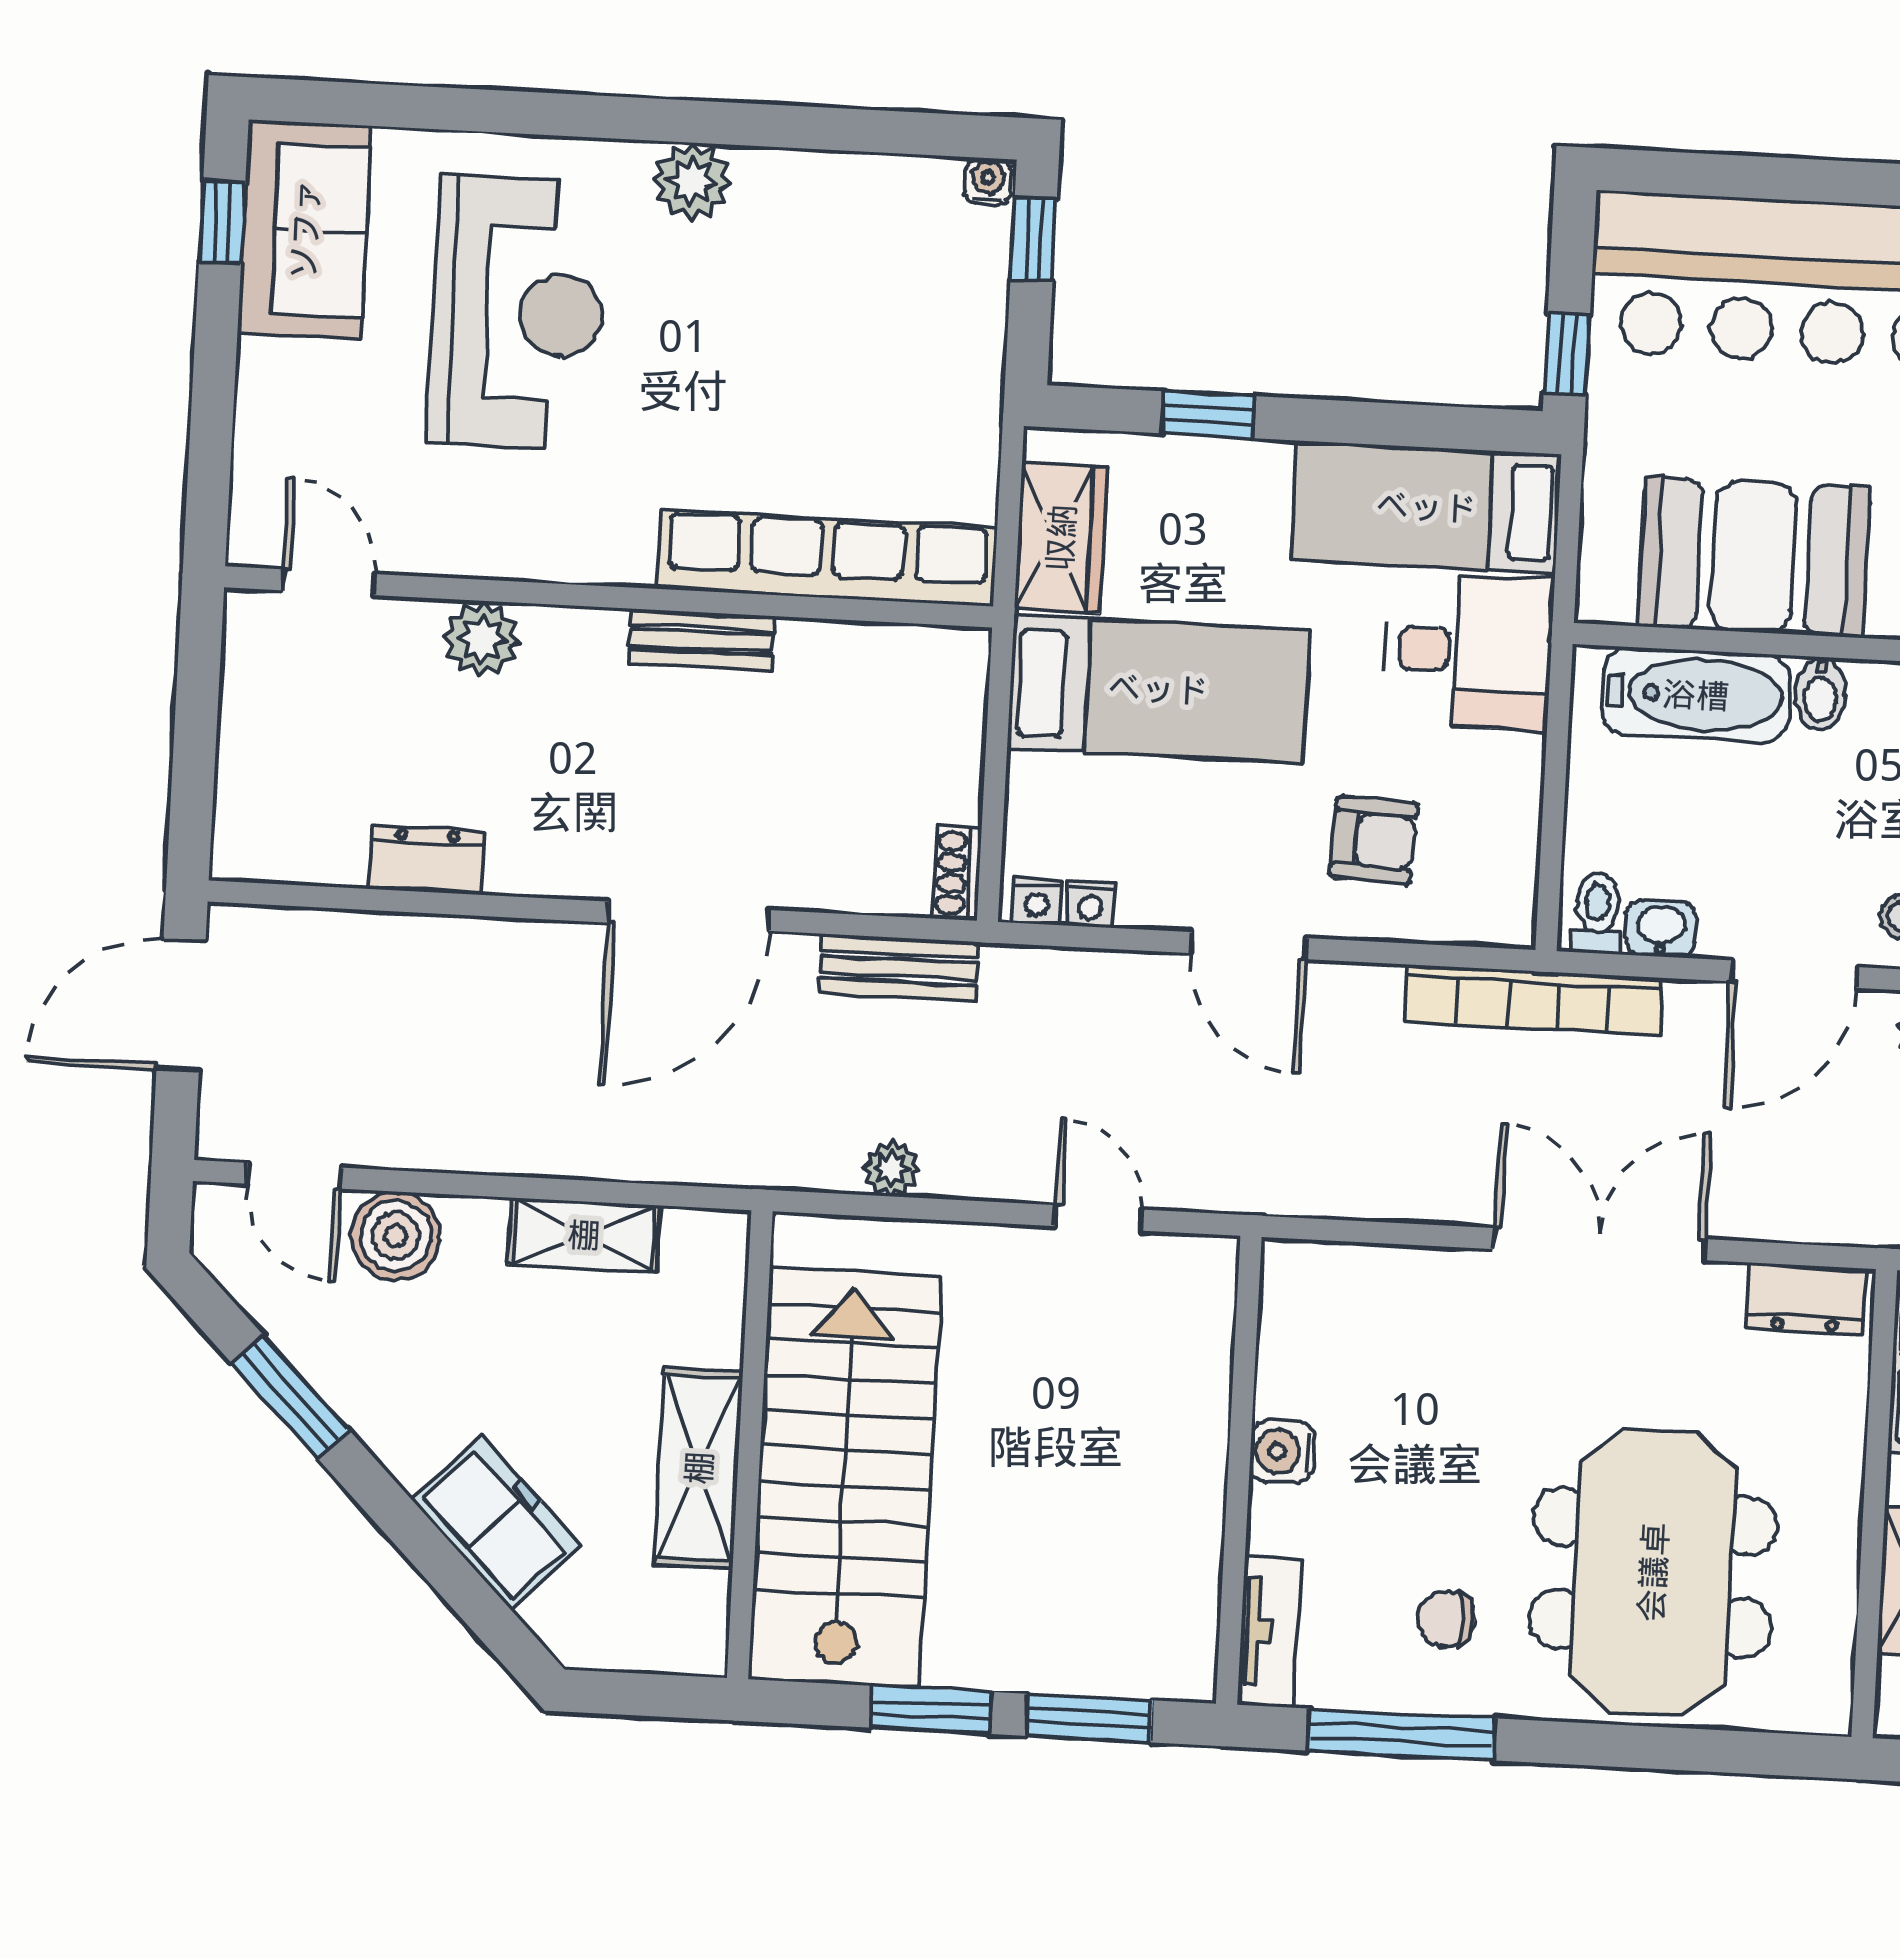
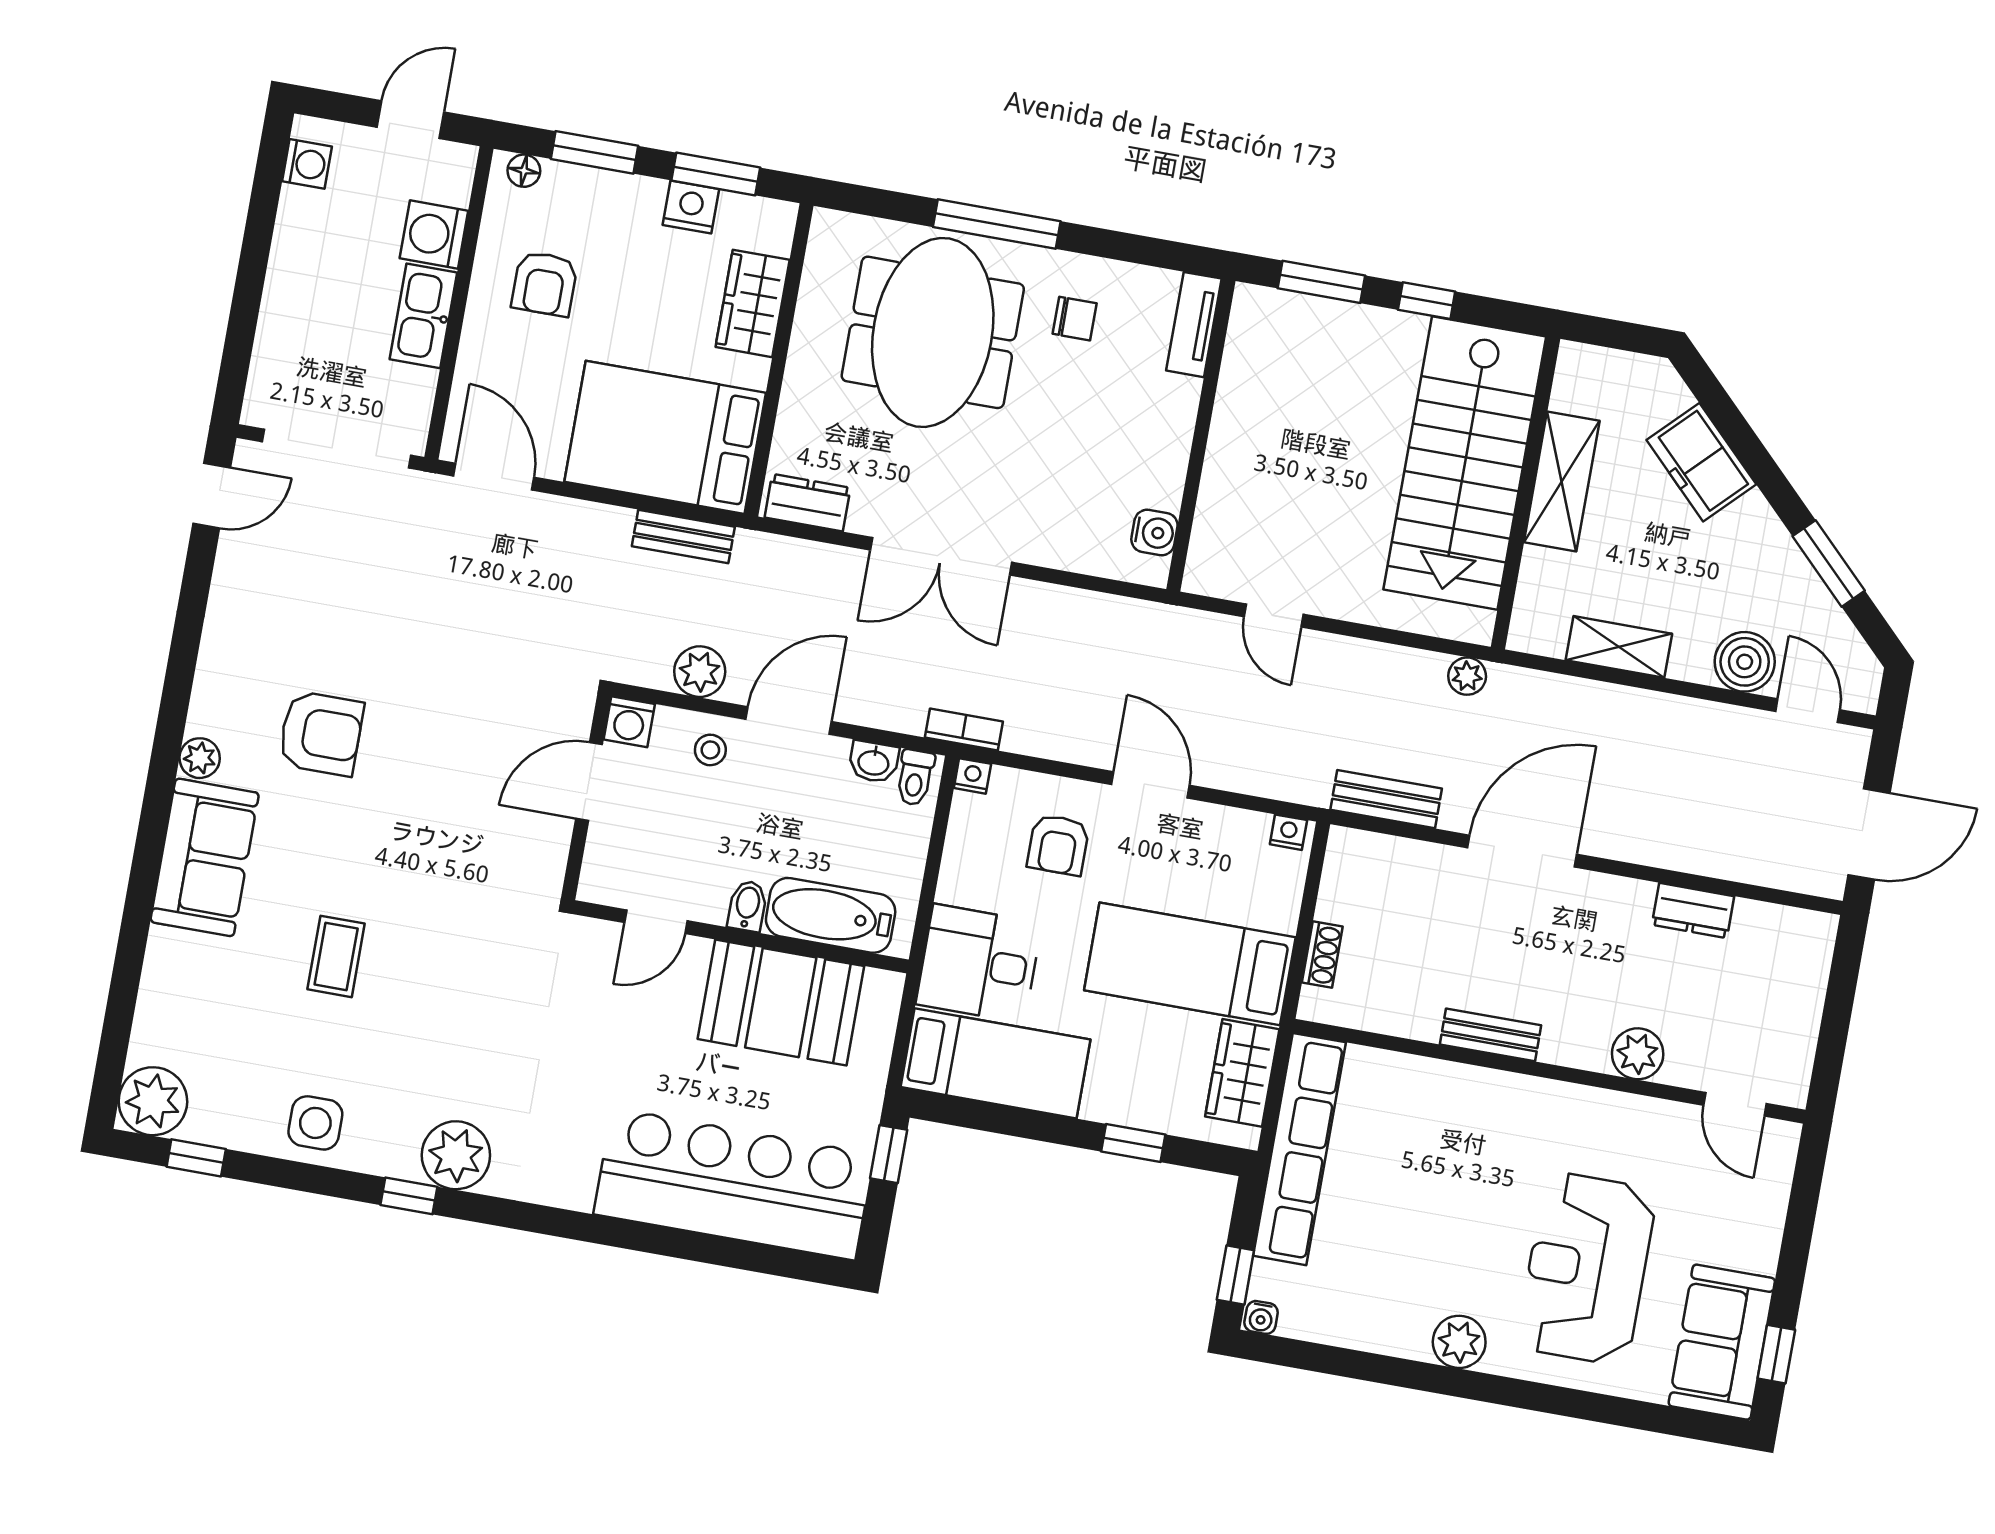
row of seats: (827, 558) -> (1300, 1149), moved, turned -90
armchair: (1374, 840) -> (1058, 845), turned -93
shoe rack: (957, 873) -> (1322, 955), moved
nightstand: (1090, 904) -> (972, 776), moved
bookcase: (1534, 1000) -> (964, 729), width x0.43, depth x0.76
plant: (891, 1169) -> (1467, 676), moved
water cooler: (1282, 1451) -> (1154, 533), moved
window: (931, 1710) -> (1427, 301), width x0.67
window: (1402, 1734) -> (997, 224), moved

